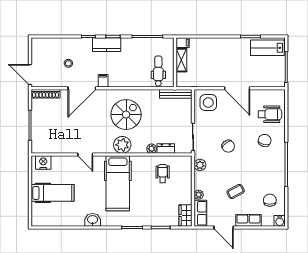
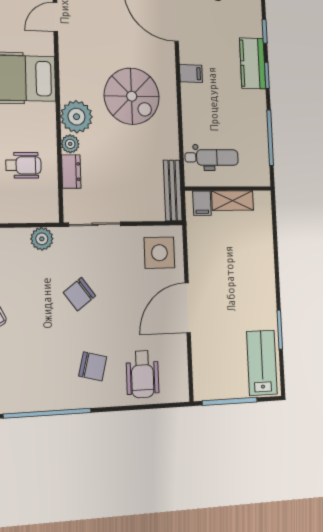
filing cabinet: (183, 43) -> (202, 203), moved
filing cabinet: (103, 81) -> (191, 74), moved
plant: (122, 145) -> (76, 117), moved

